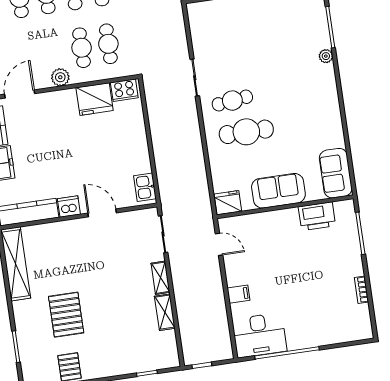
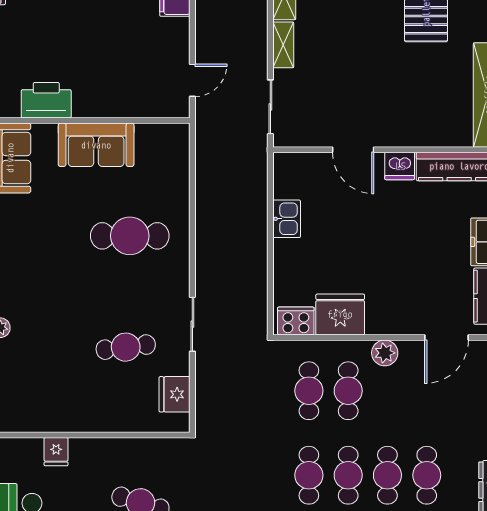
cafe table: (232, 101) -> (126, 347), moved
kitchen sink: (145, 187) -> (287, 219), moved
fridge: (228, 203) -> (175, 394), moved, turned 90
door: (219, 244) -> (192, 80), swing flipped

